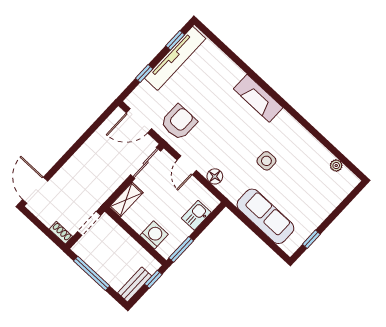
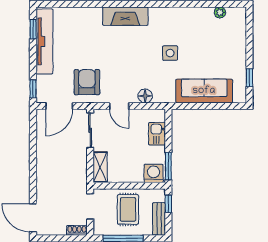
window: (144, 73) -> (33, 89), moved
washing machine: (154, 235) -> (154, 173), moved
rug: (117, 254) -> (128, 209), added

